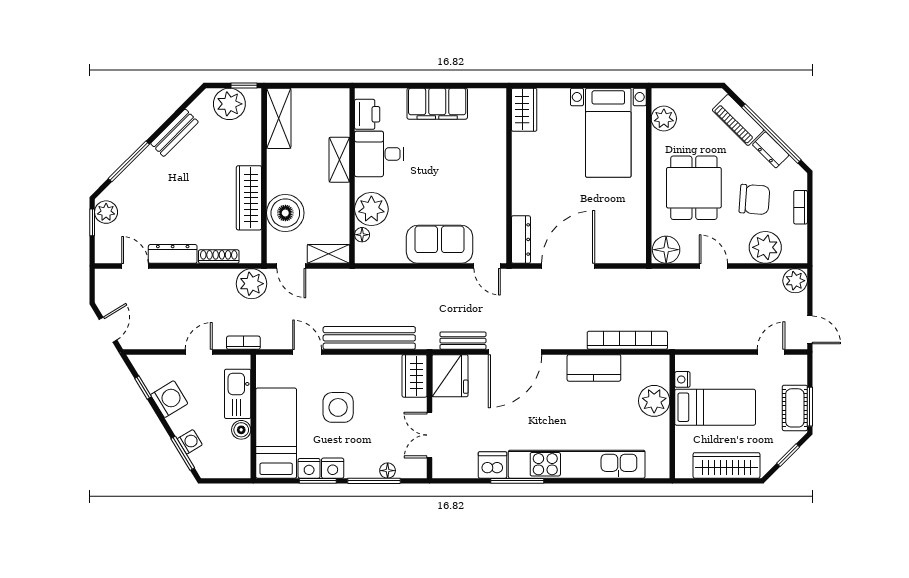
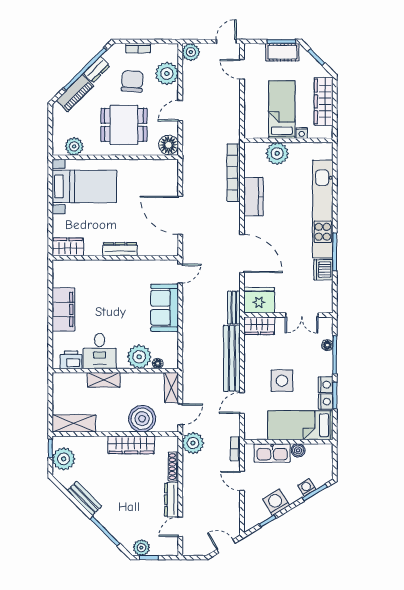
dresser: (521, 239) -> (120, 249), moved
bench: (463, 341) -> (234, 308), moved
nightstand: (682, 379) -> (302, 133), moved

